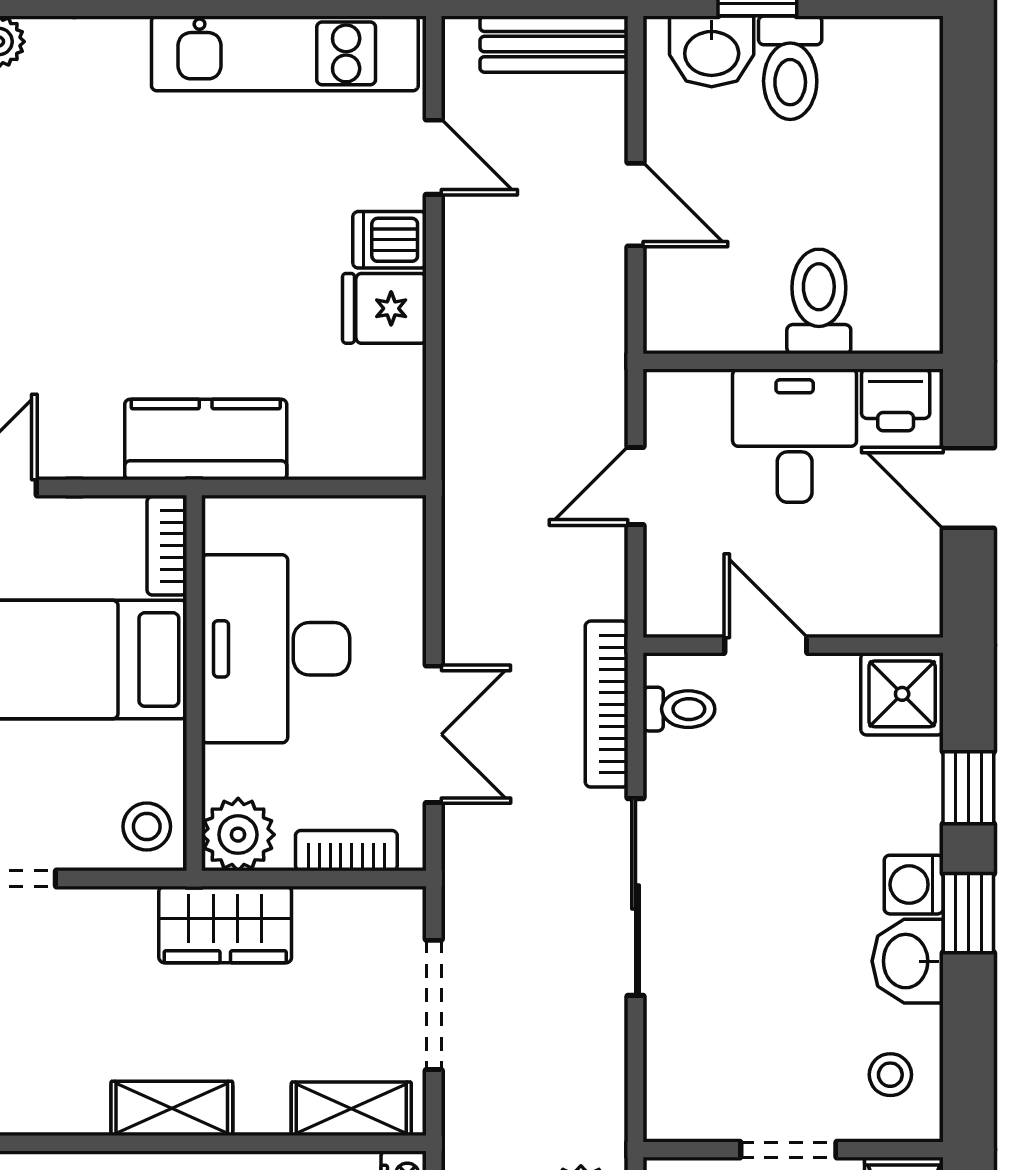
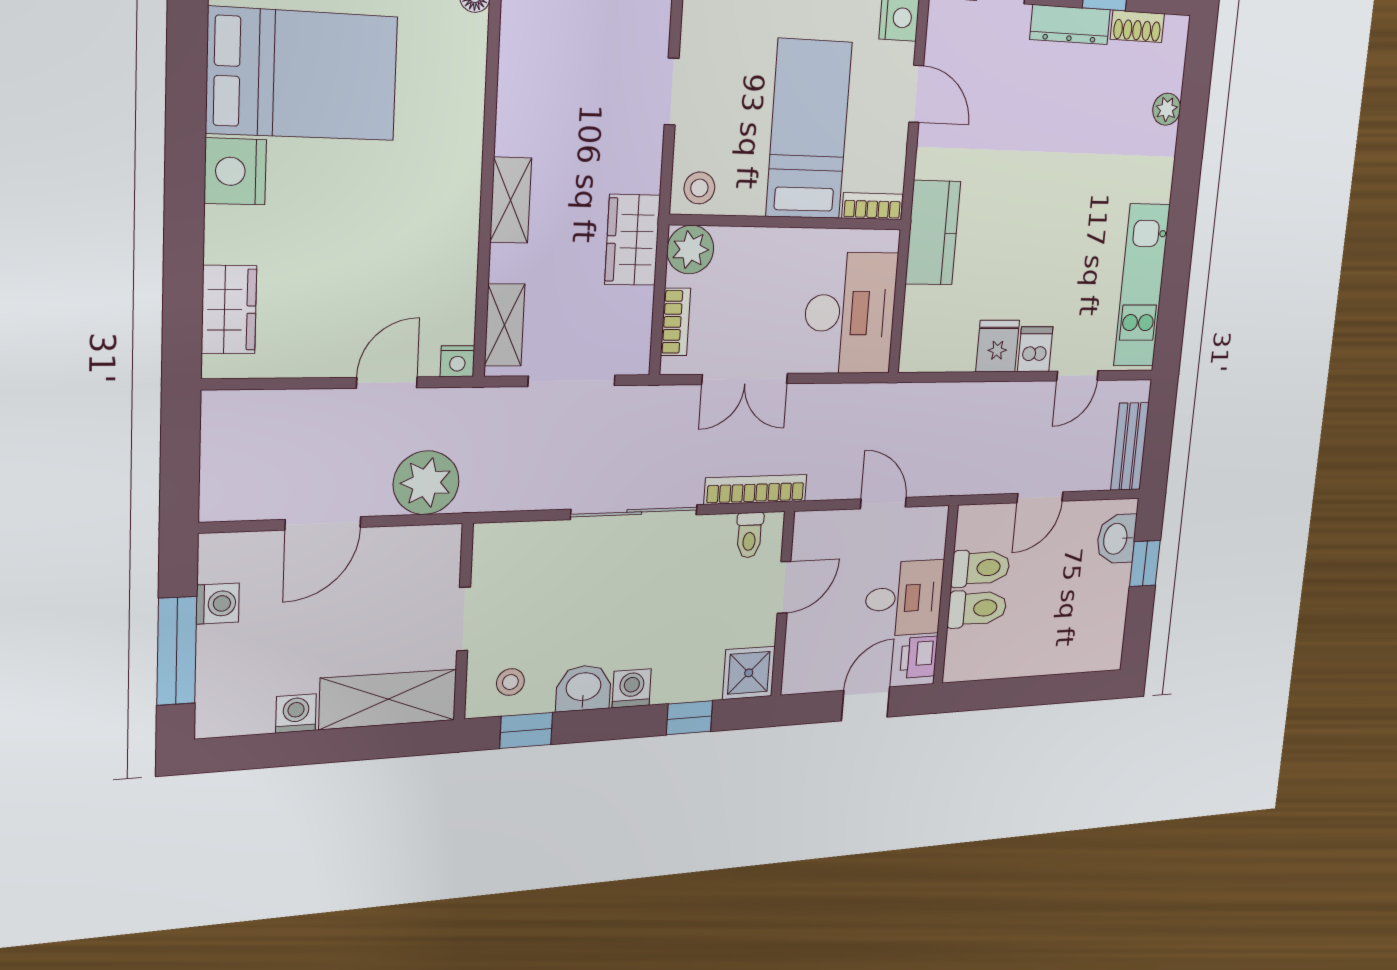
toilet: (790, 68) -> (981, 568), moved, turned 180
desk: (276, 649) -> (850, 313), moved, turned 90
window: (968, 913) -> (526, 730), moved

